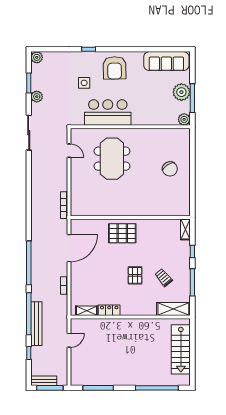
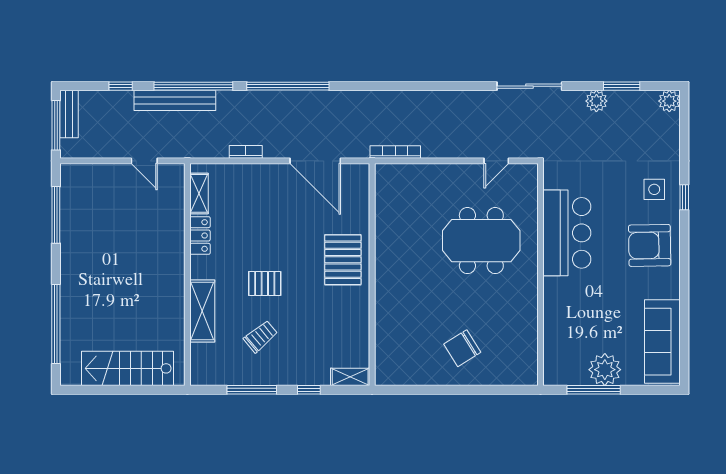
side table: (84, 83) -> (654, 189), moved
plant: (184, 119) -> (554, 375), removed
shelving: (173, 309) -> (202, 311), moved

